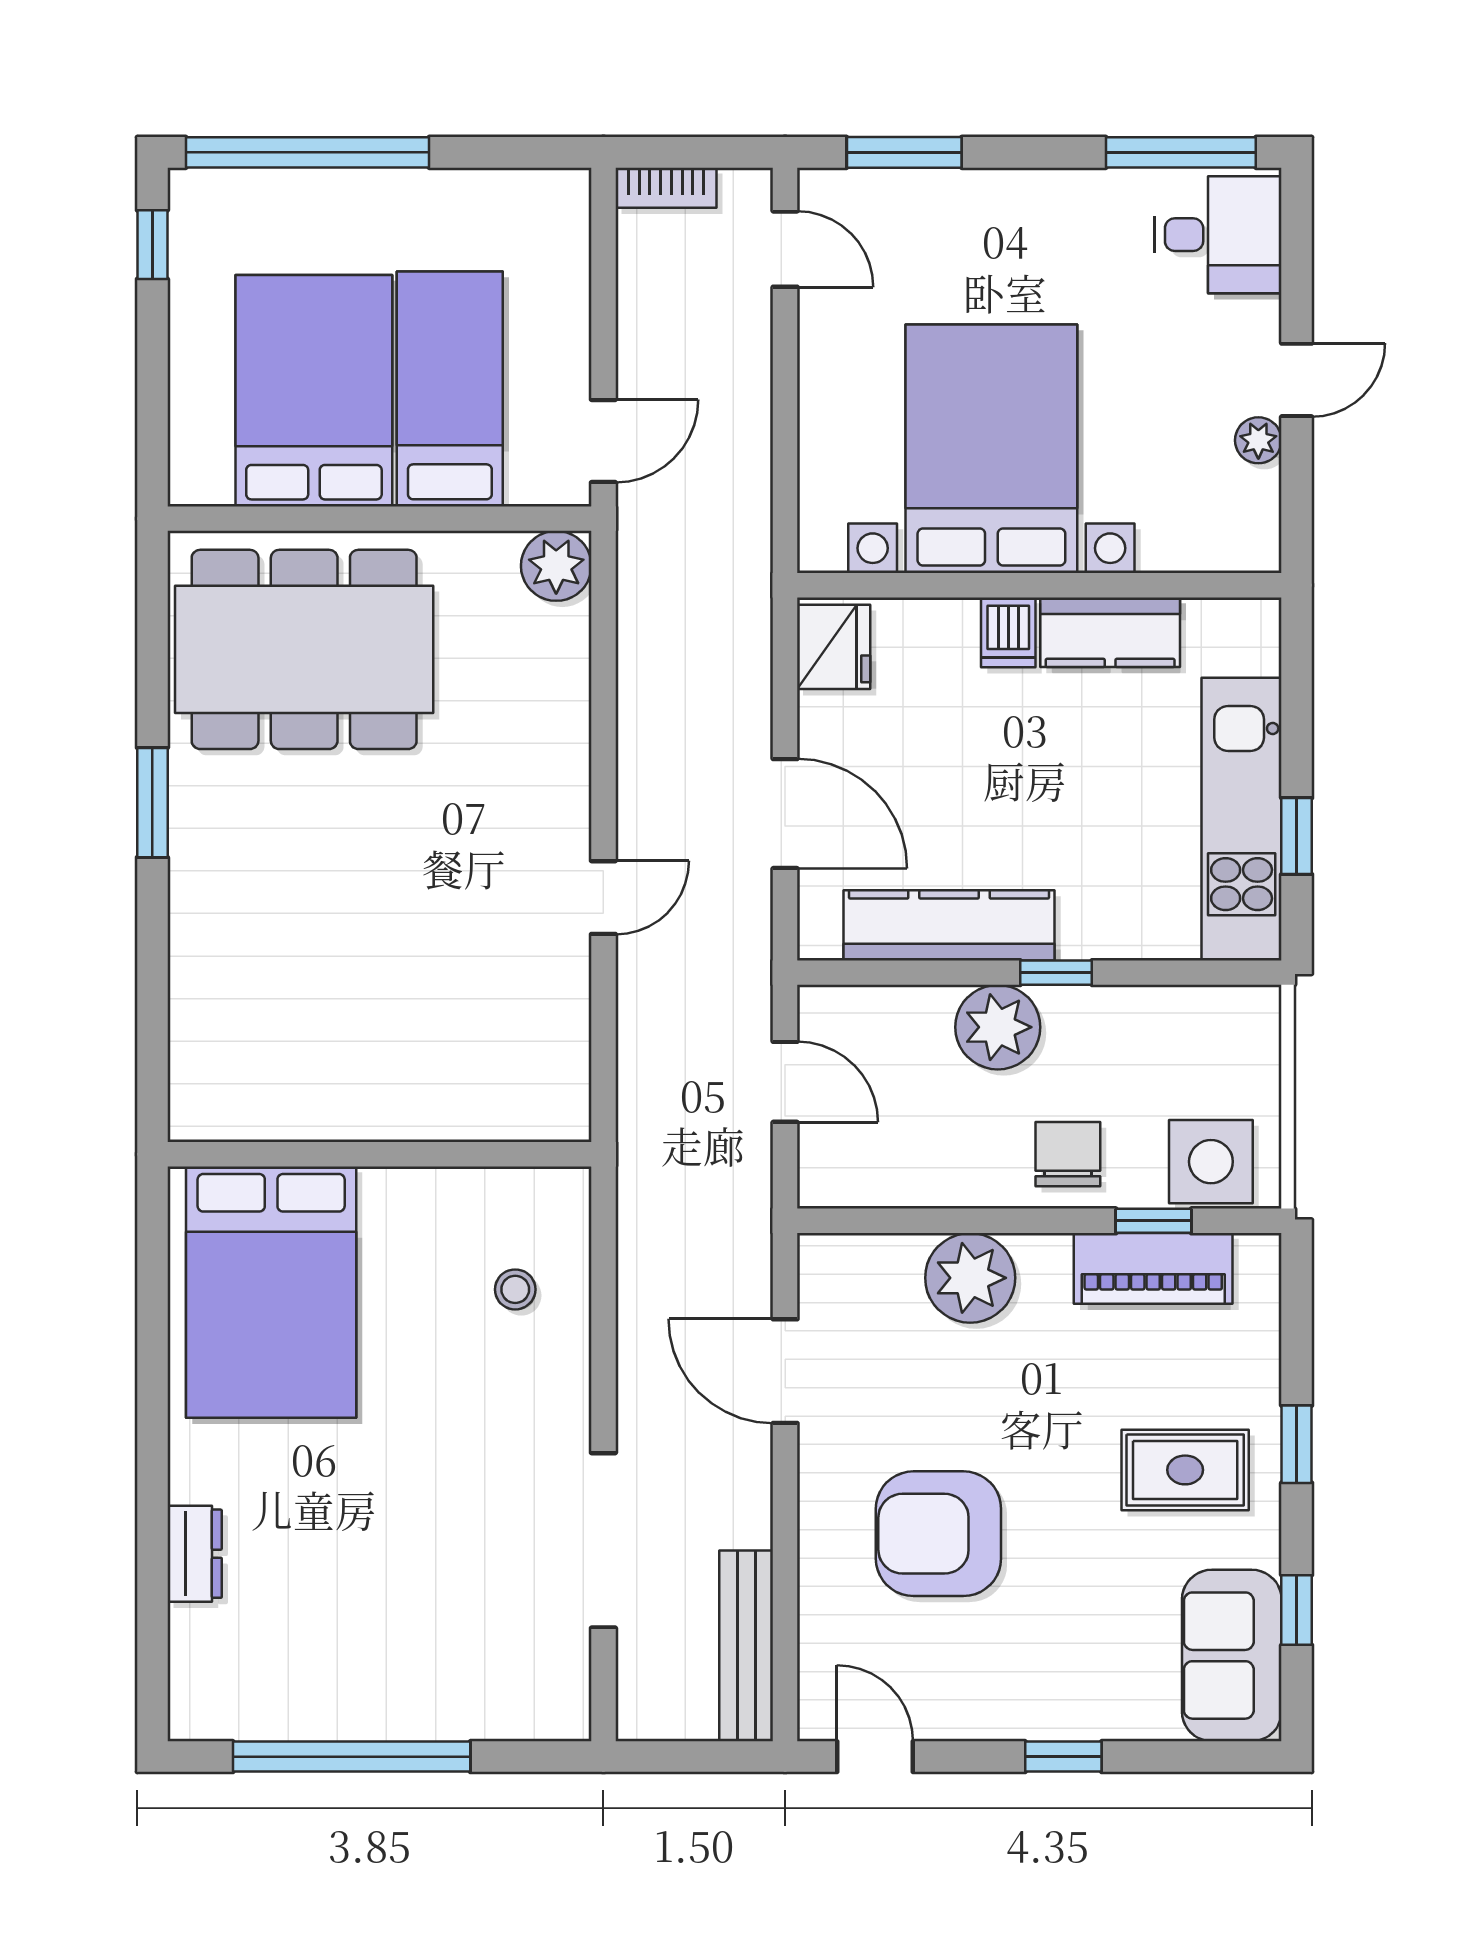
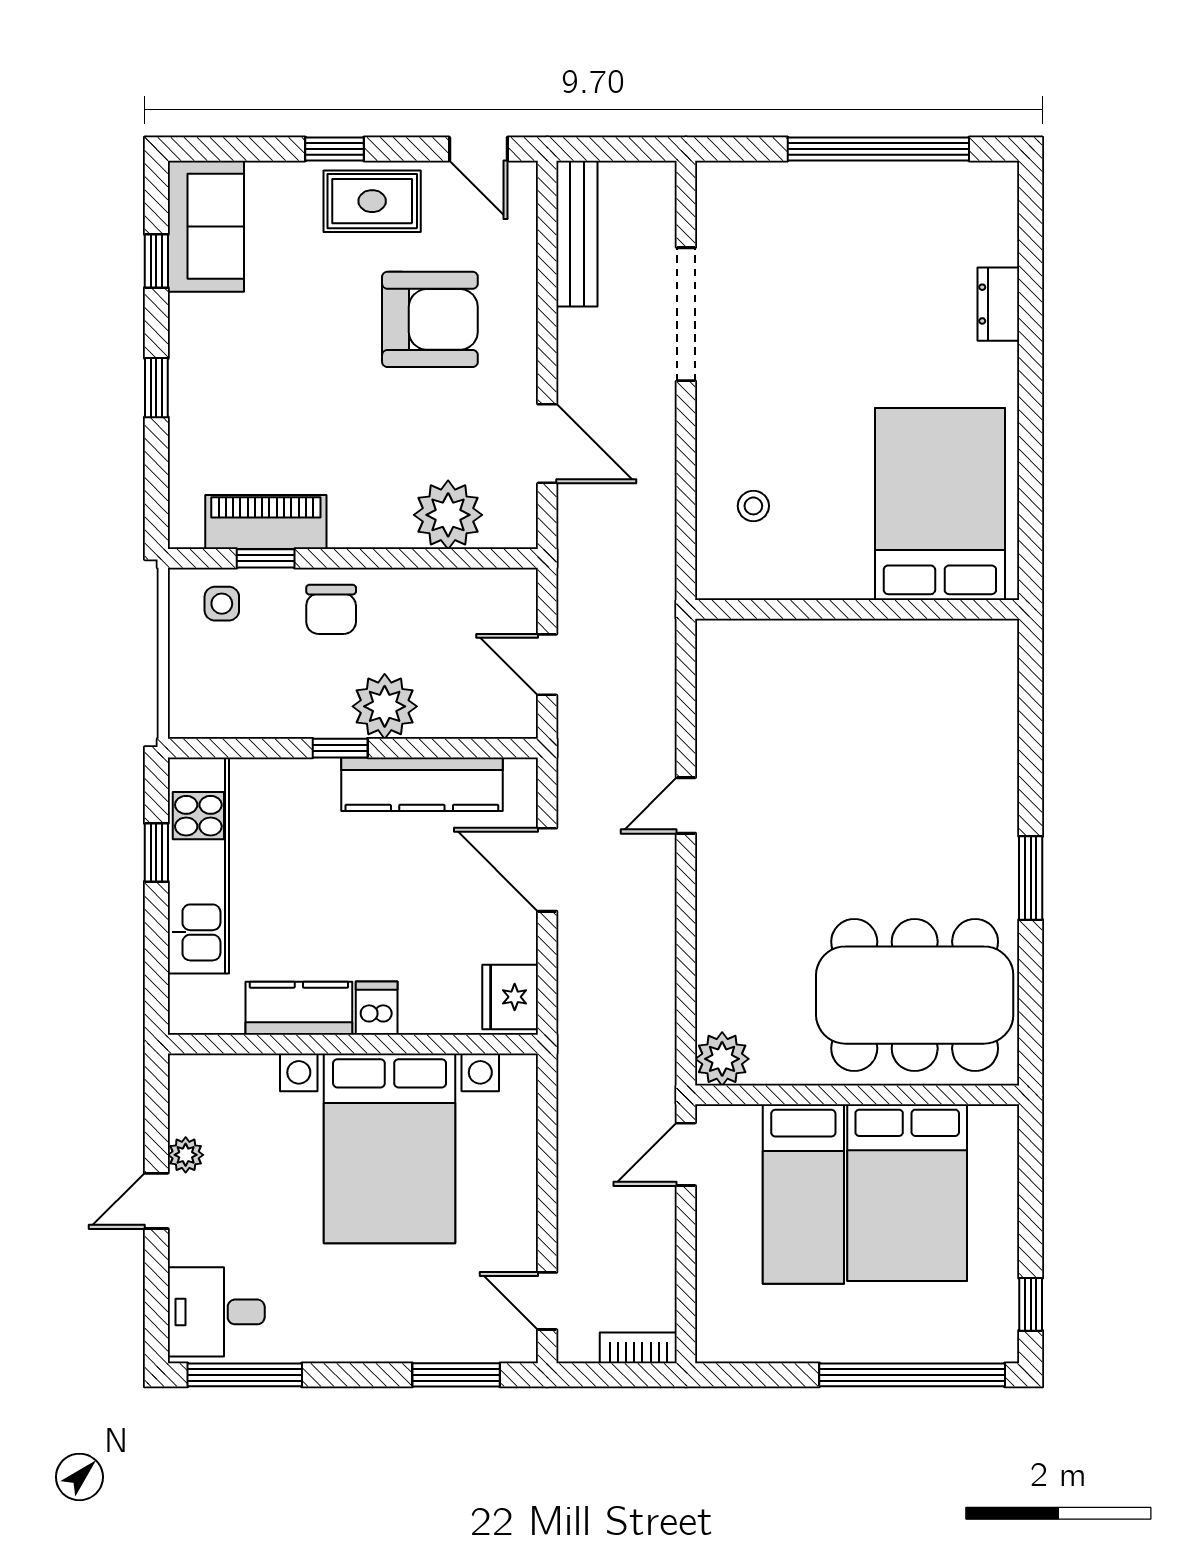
side table: (1211, 1162) -> (222, 604), width x0.54, depth x0.54
plant: (970, 1278) -> (448, 515), moved
rug: (1185, 1470) -> (372, 201), moved

